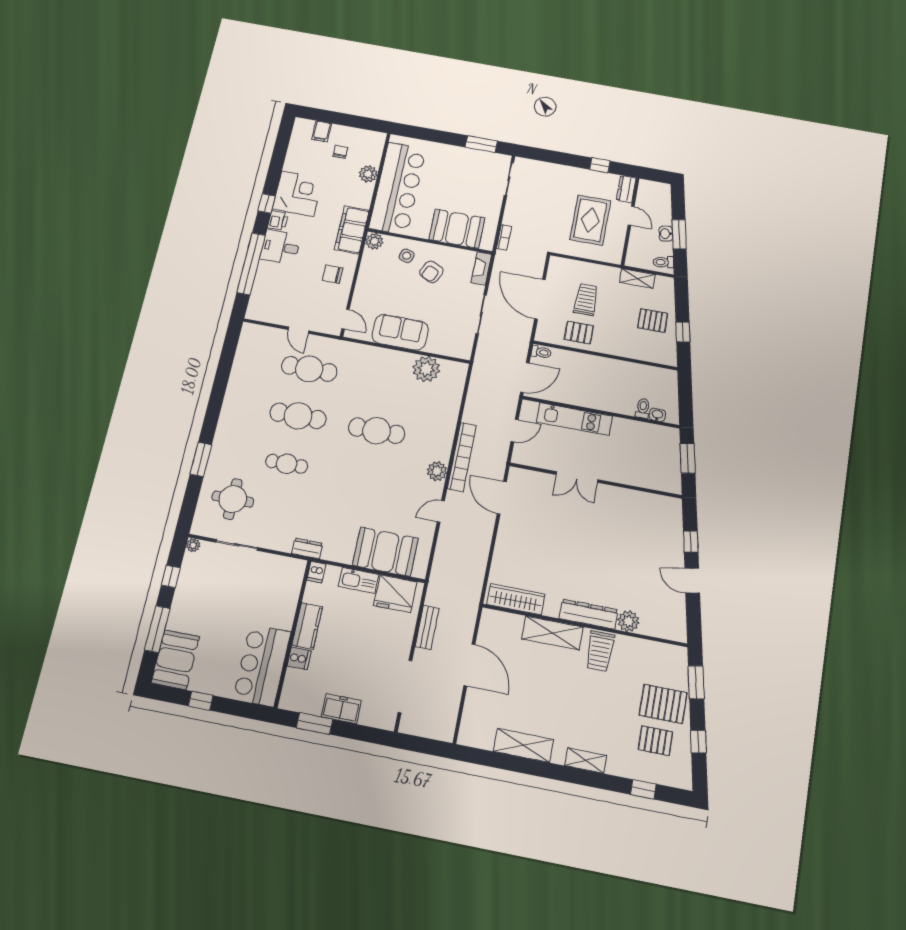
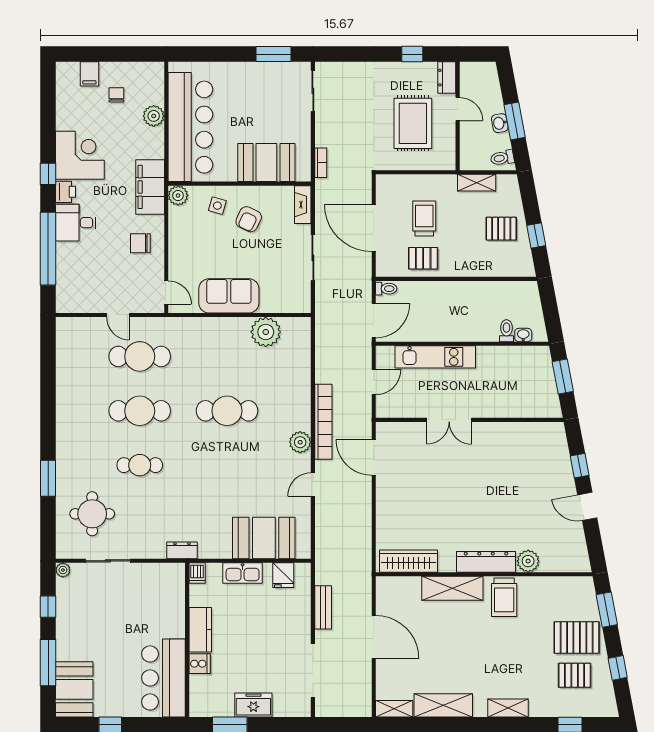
fridge: (395, 594) -> (283, 575), width x0.53, depth x0.75
shelving: (475, 739) -> (394, 709), added

